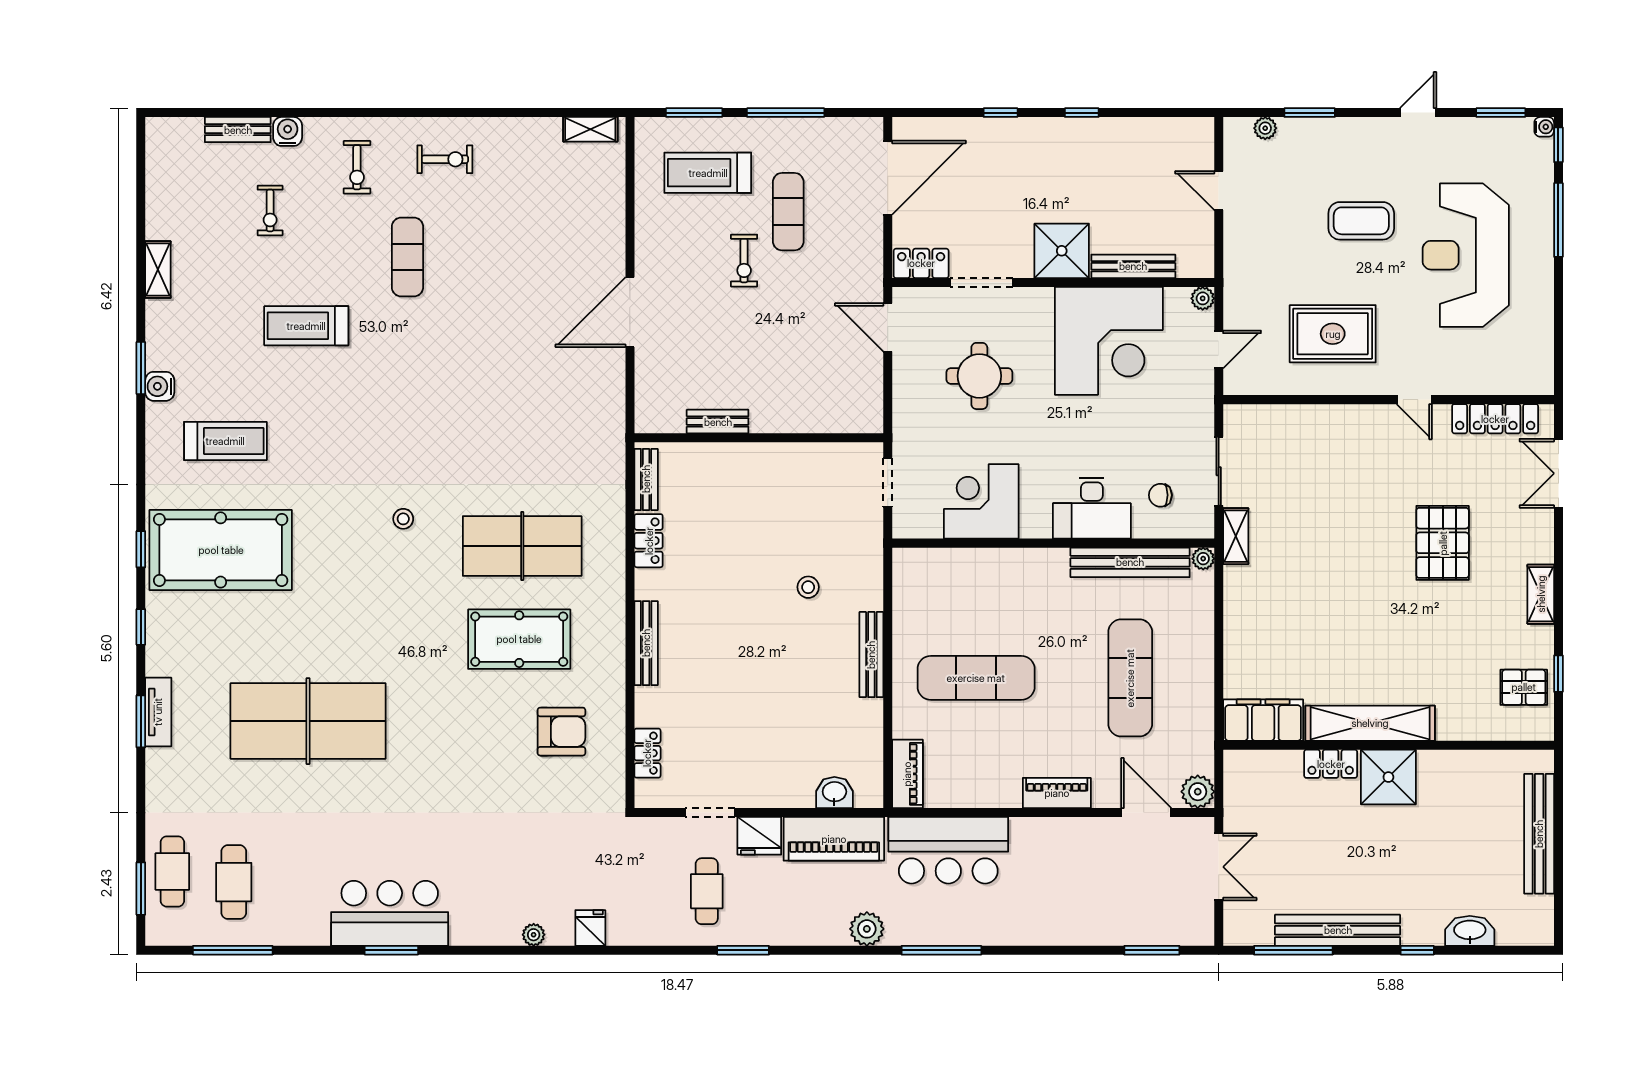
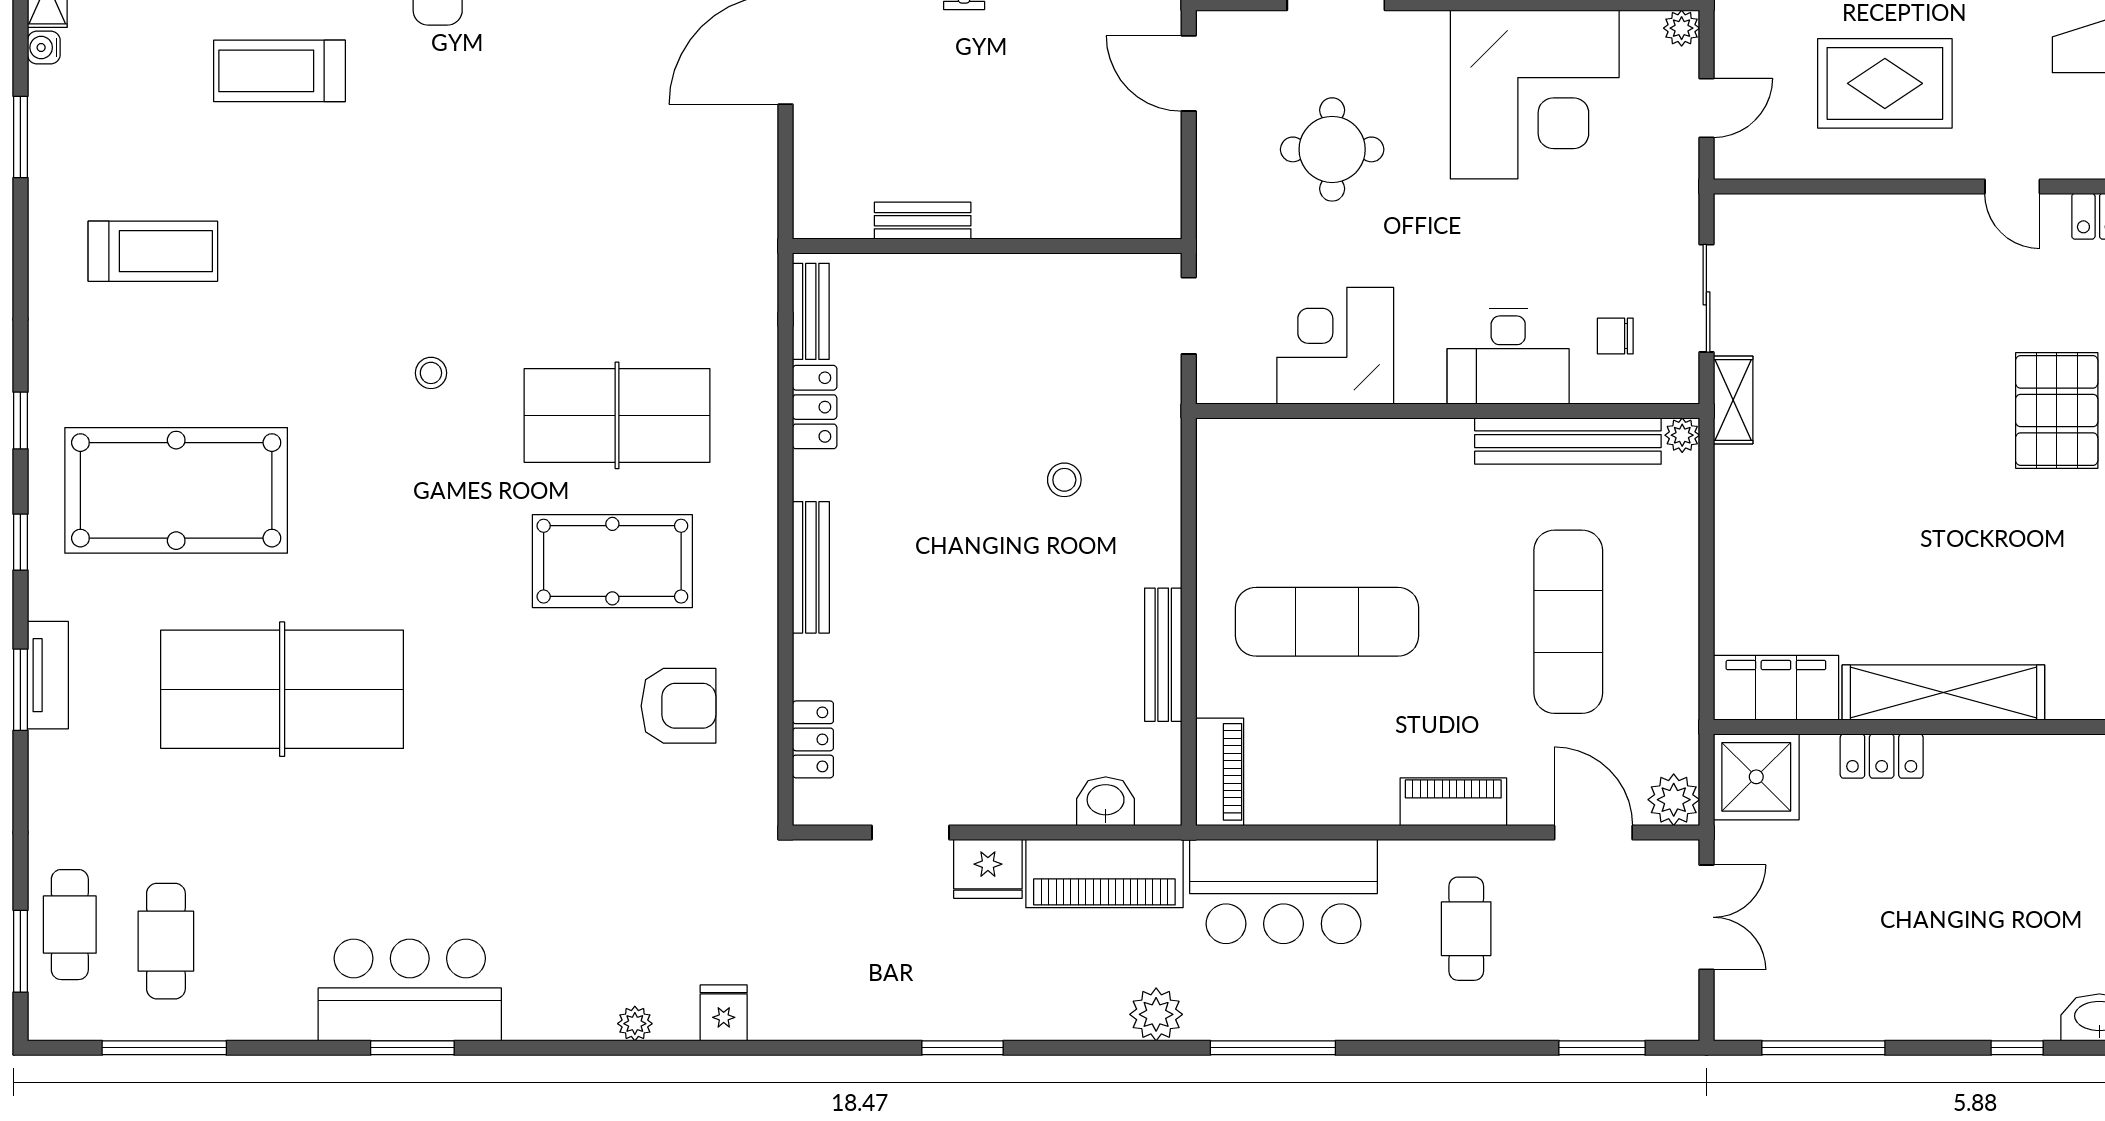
water cooler: (160, 386) -> (44, 48), moved, width x0.72, depth x0.72
pool table: (221, 550) -> (176, 490), moved
bench: (871, 655) -> (1163, 655), moved
shower: (1388, 777) -> (1756, 777), moved
cafe table: (707, 891) -> (1466, 929), moved
bench: (1338, 930) -> (1892, 1017), removed

